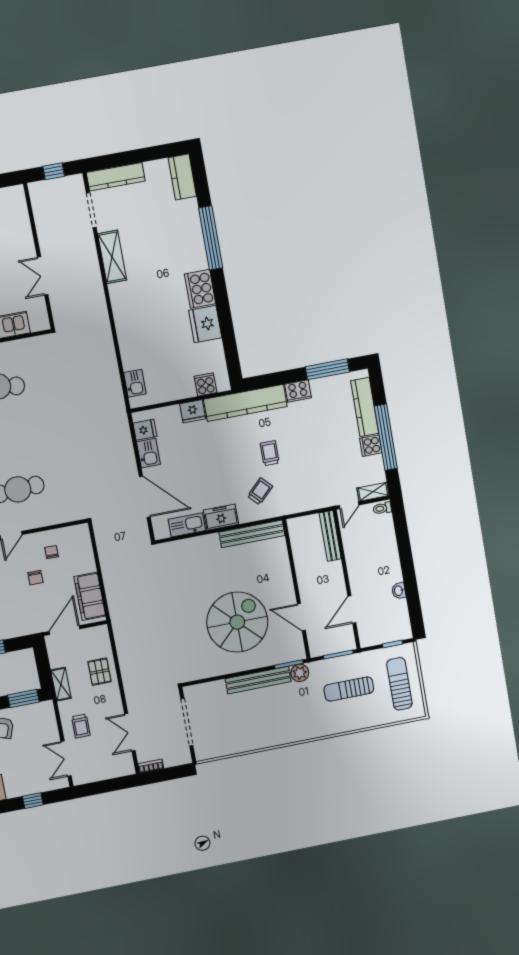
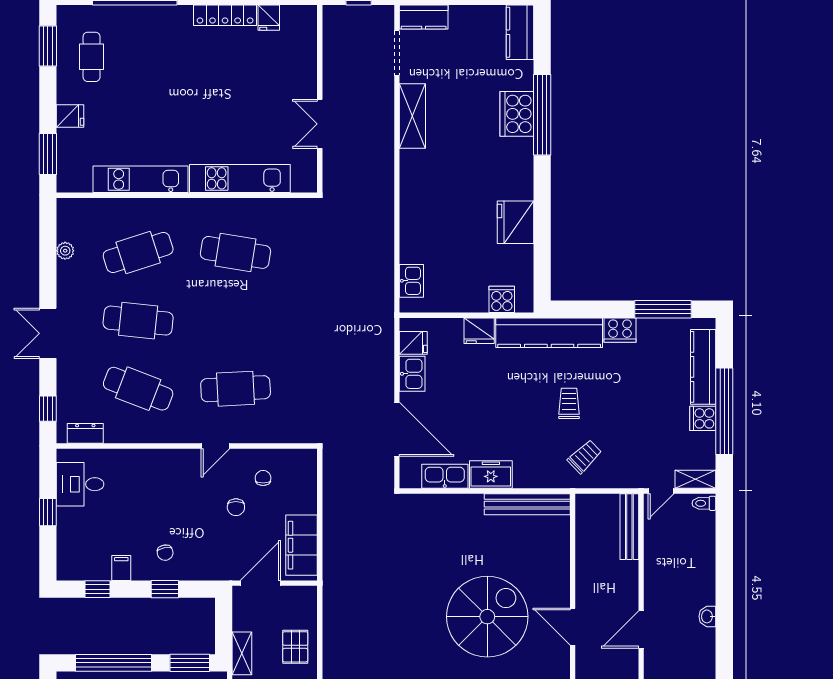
kitchen counter: (116, 177) -> (424, 17), width x0.67
cooker: (200, 289) -> (517, 114), moved
trolley: (260, 491) -> (585, 457), moved

